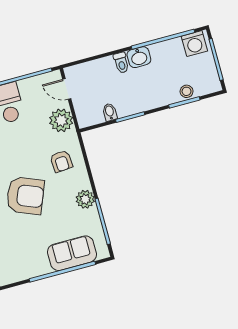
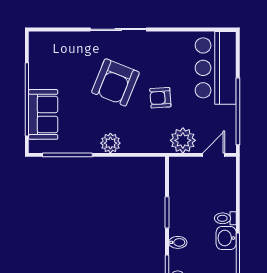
bidet: (110, 112) -> (178, 242), moved
armchair: (61, 161) -> (160, 98), moved
plant: (85, 199) -> (110, 143), moved

